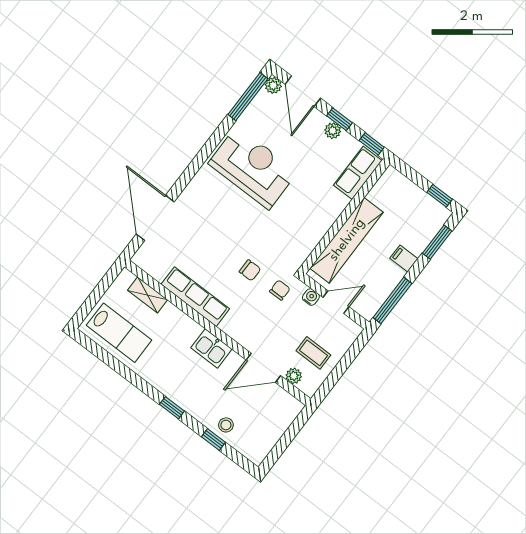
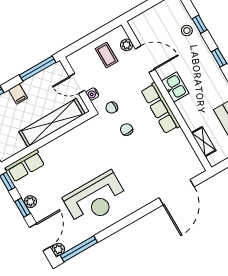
reception desk: (253, 168) -> (96, 199), turned -90
row of seats: (195, 297) -> (160, 108), moved

